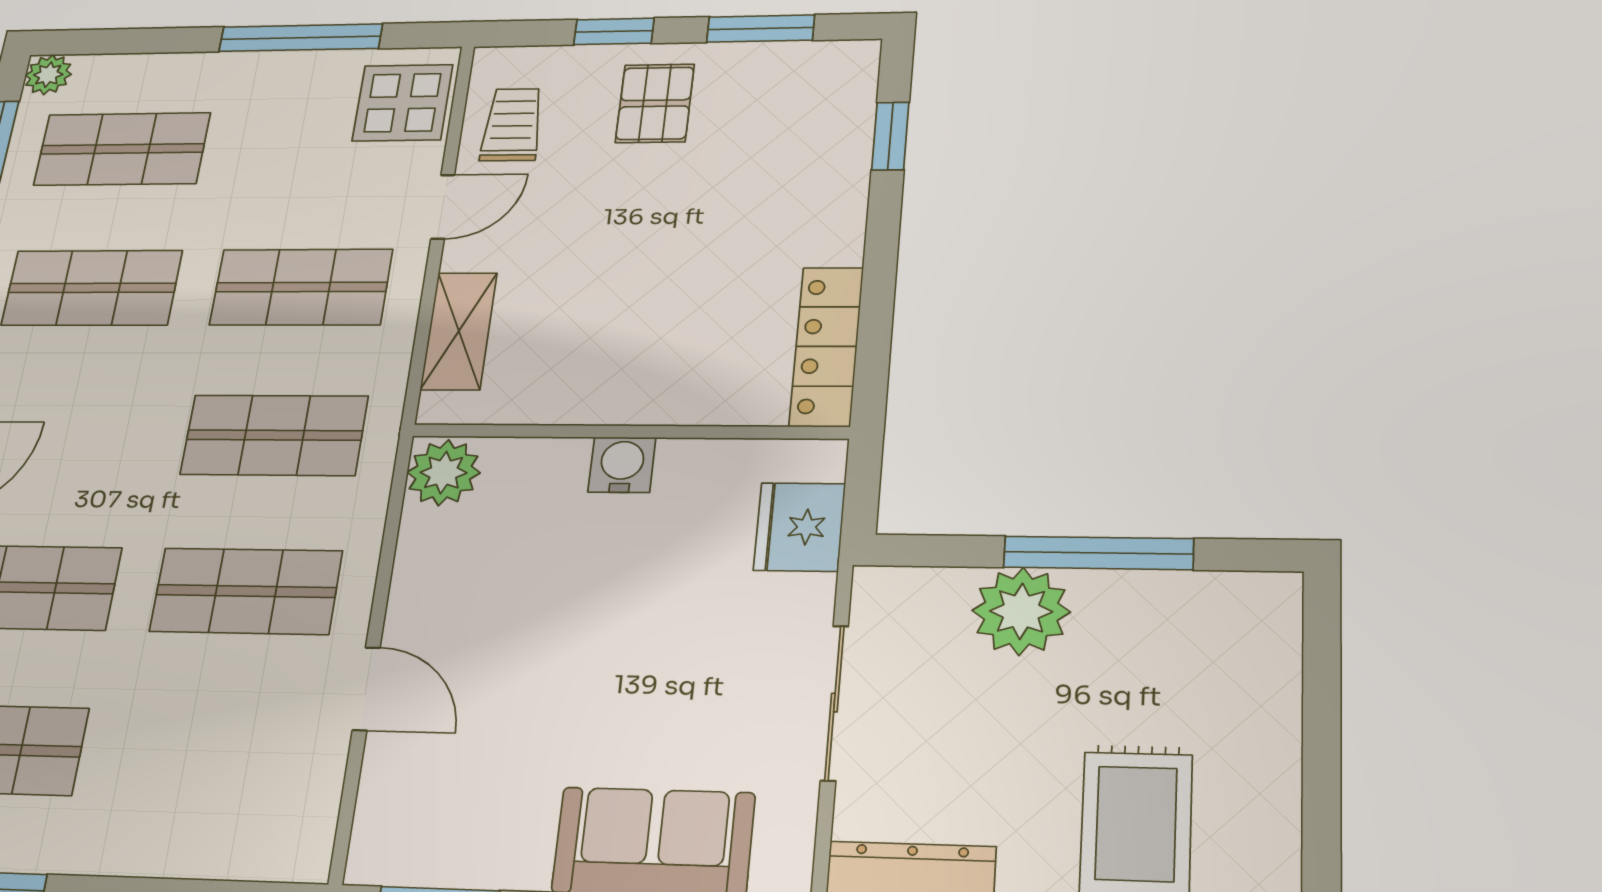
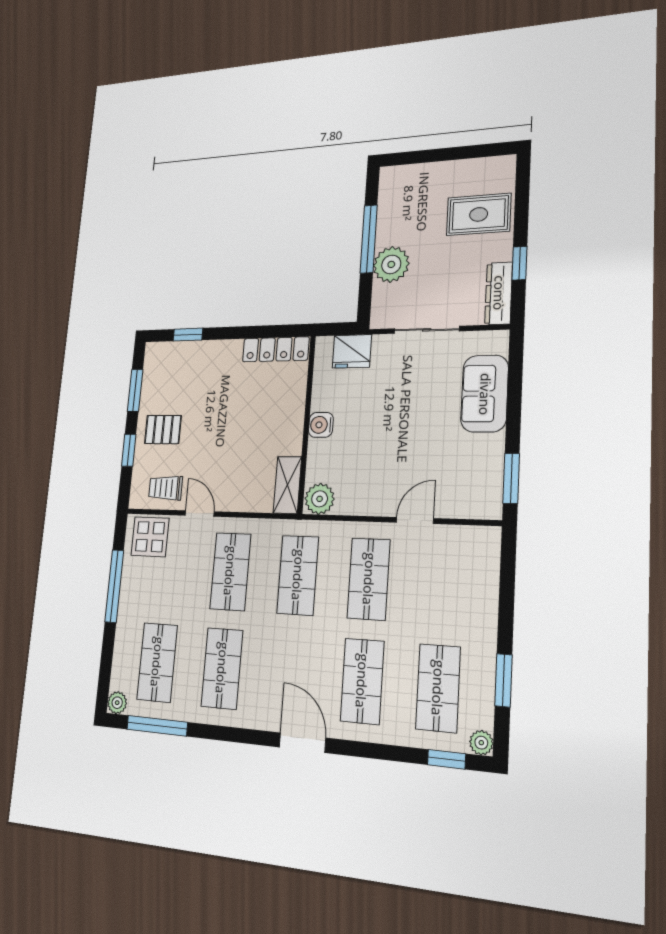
shelving: (459, 331) -> (287, 485), moved, turned 90

